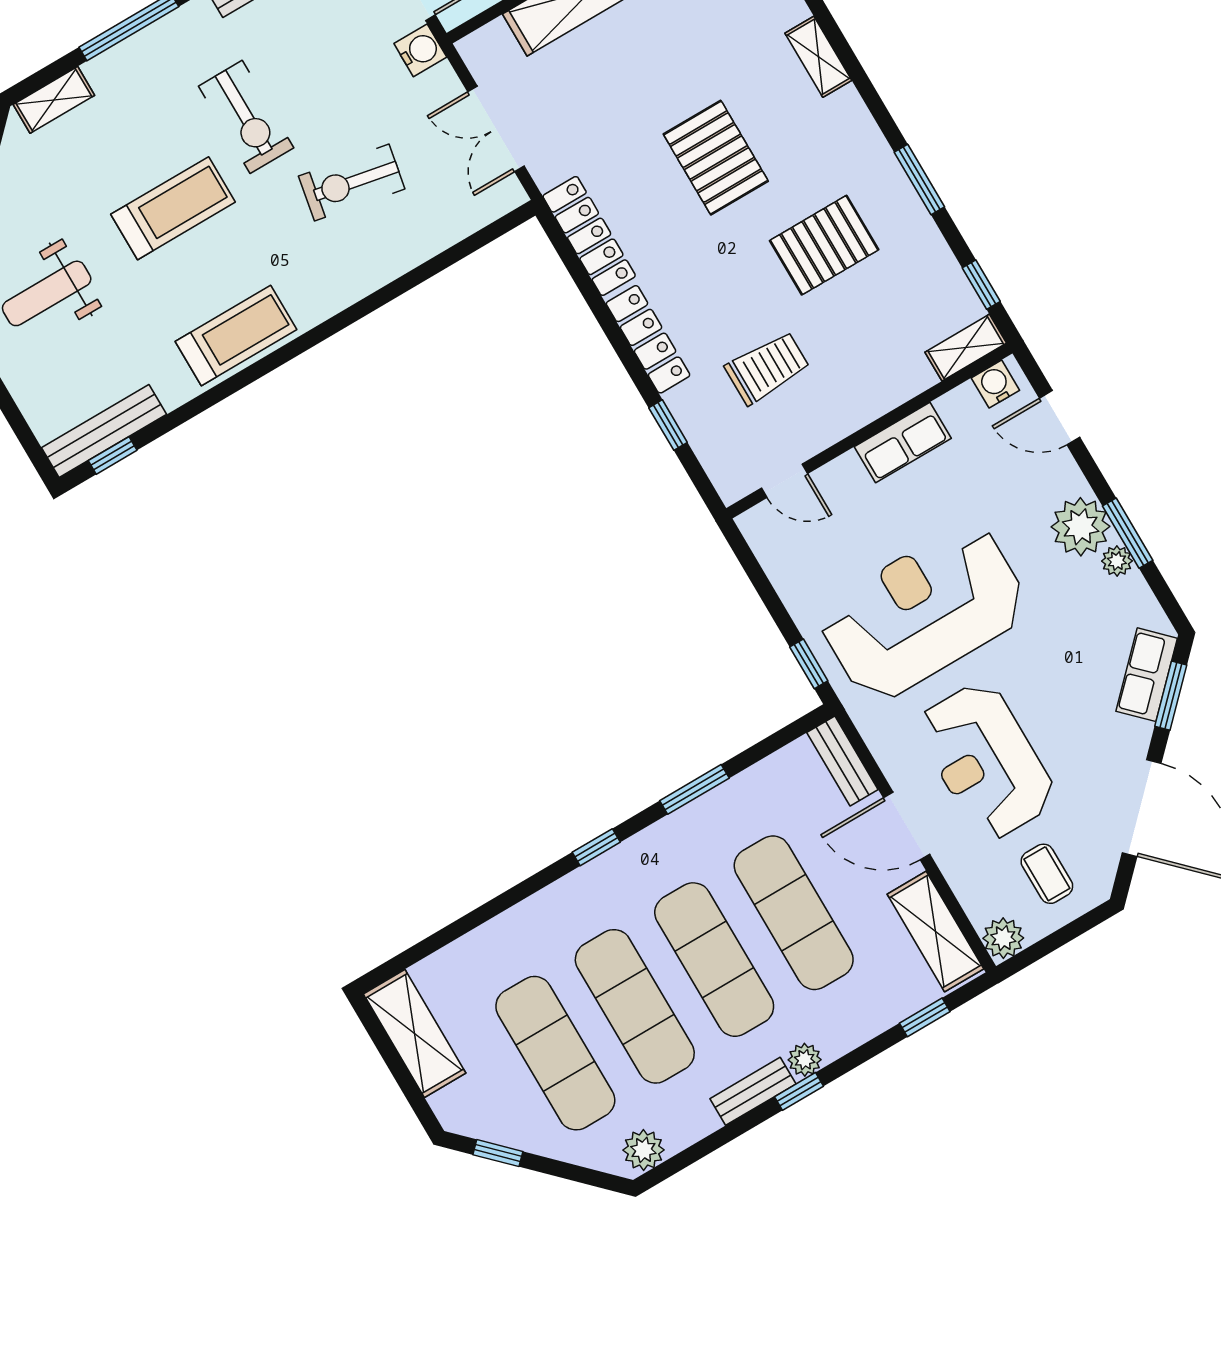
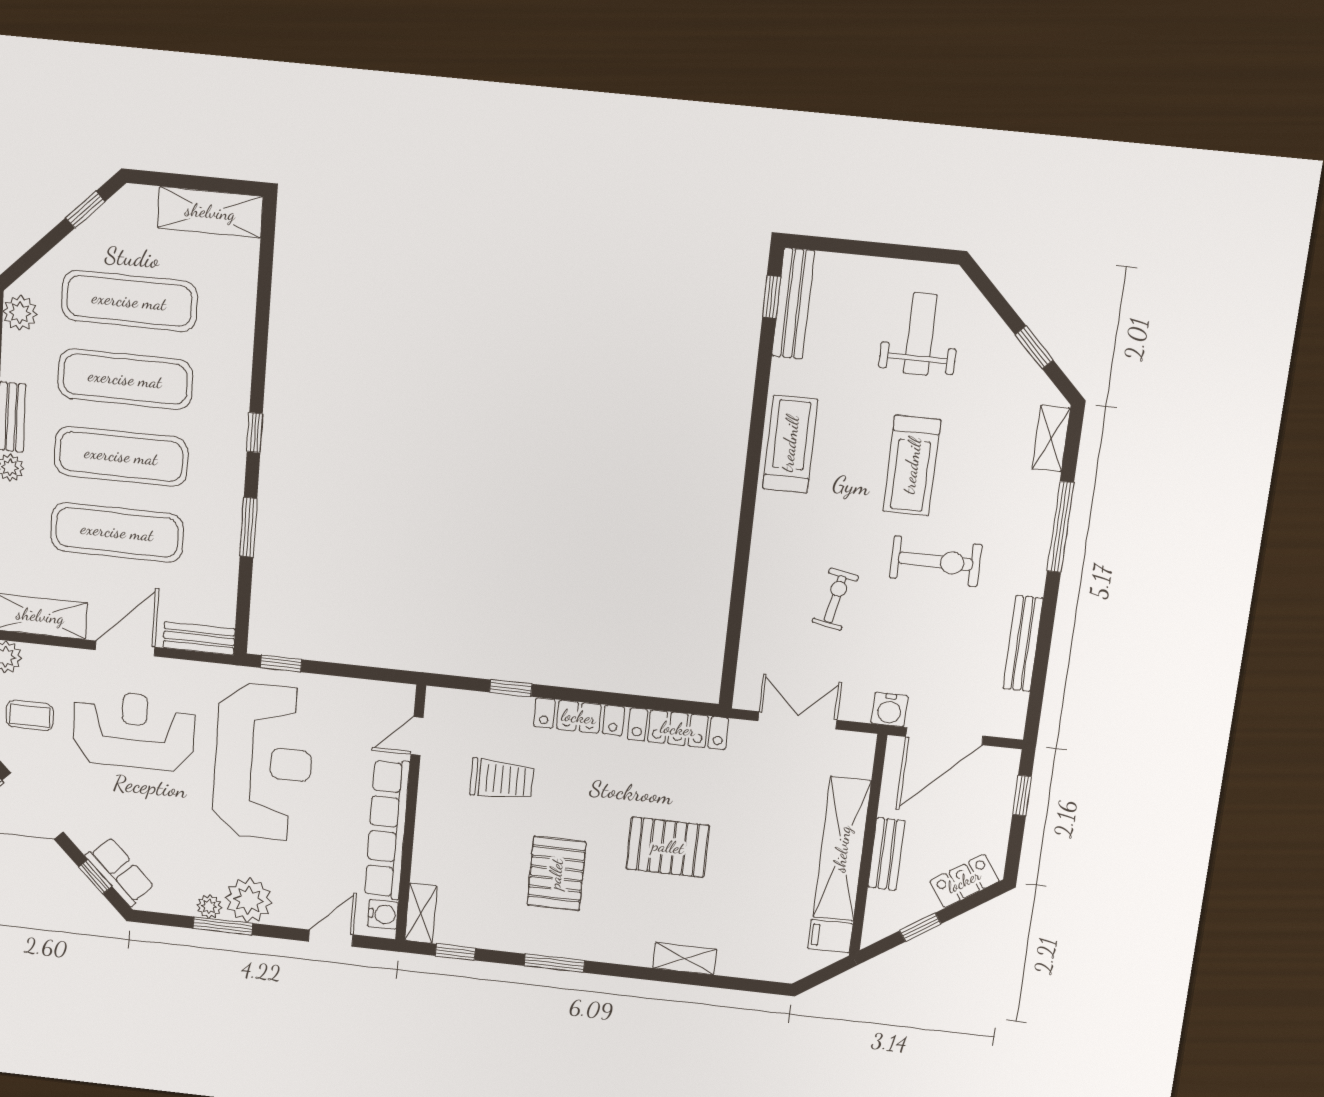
exercise bike: (246, 117) -> (936, 561), turned 180
exercise bike: (352, 182) -> (835, 599), width x0.73, depth x0.72
treadmill: (236, 335) -> (790, 444), turned 180
trolley: (767, 368) -> (502, 779), turned -90
row of seats: (903, 442) -> (387, 829), width x2.02
window: (1171, 696) -> (95, 877), width x0.67

